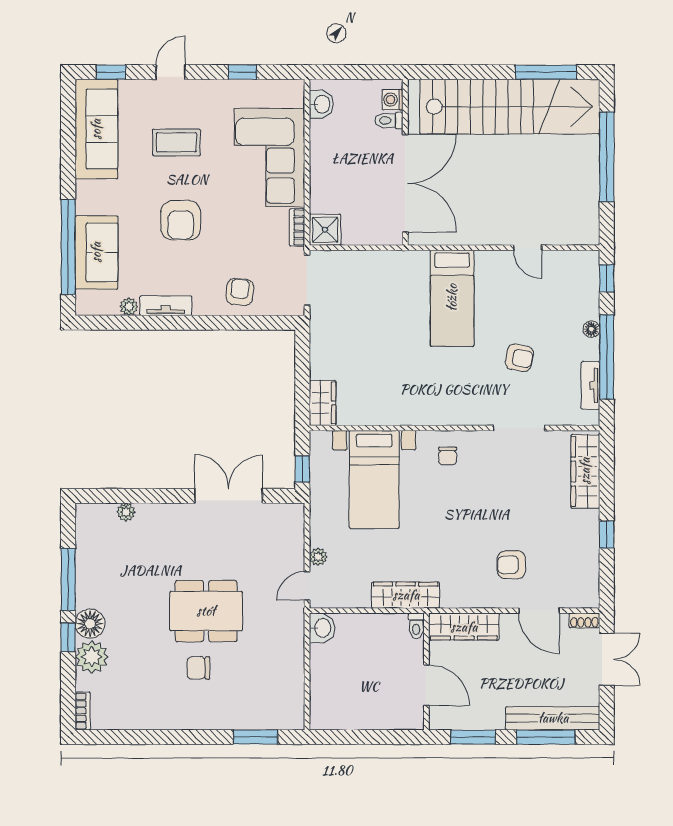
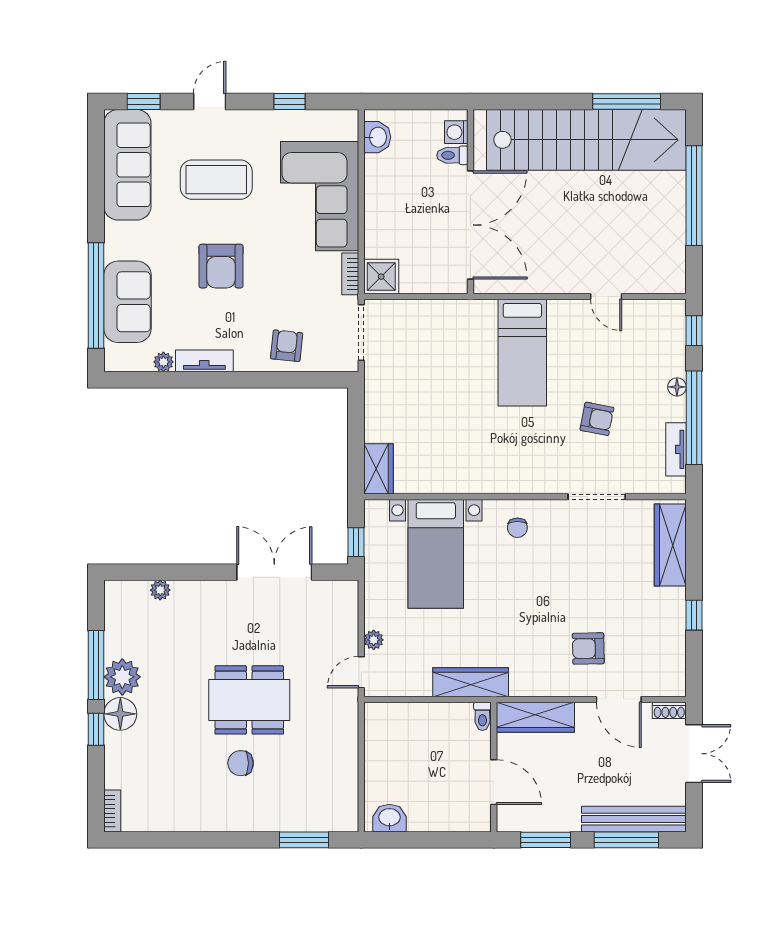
coffee table: (176, 142) -> (216, 180), width x1.36, depth x1.32
washbasin: (322, 628) -> (389, 818), moved, turned -90
plant: (92, 657) -> (122, 677), moved

